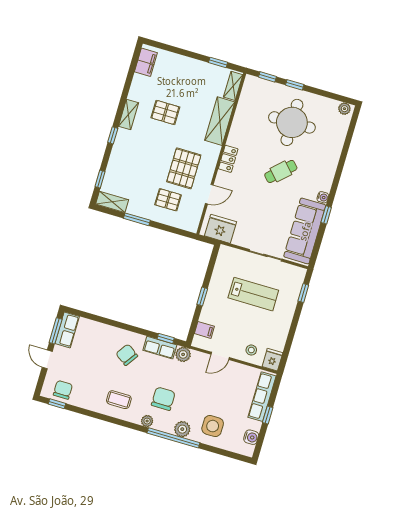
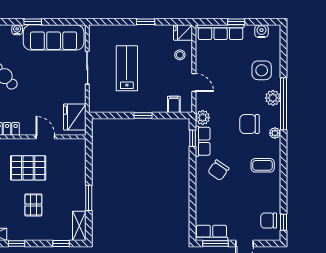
pallet: (168, 200) -> (33, 205), moved
window: (303, 293) -> (146, 22), moved
coffee table: (119, 400) -> (263, 165), turned 90

